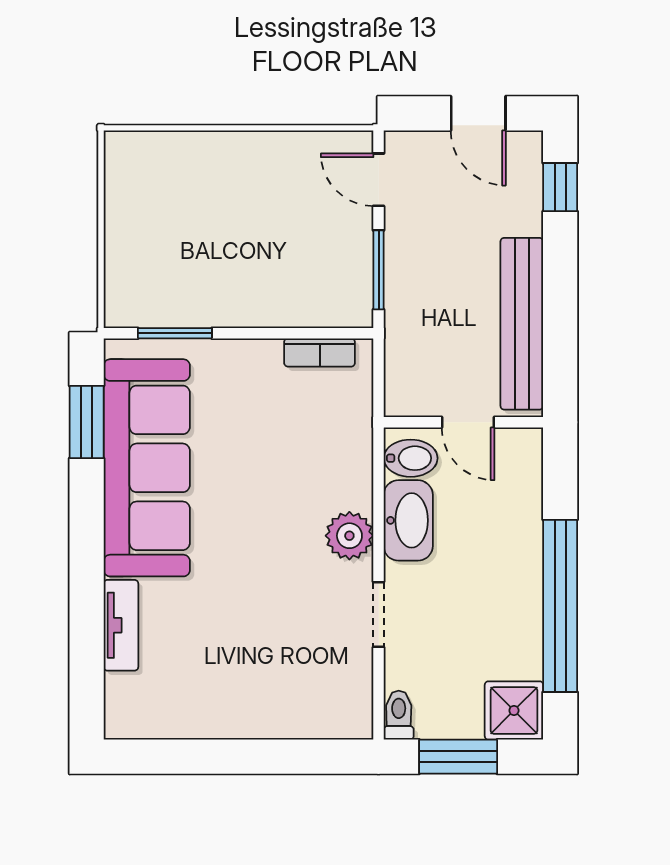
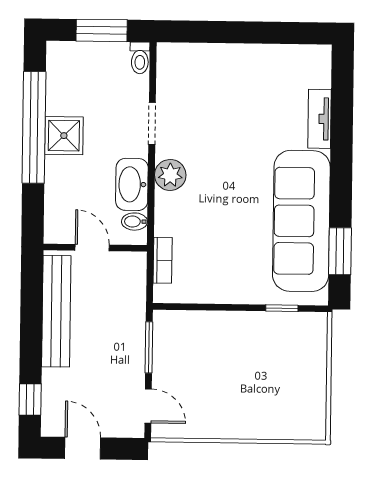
window: (175, 333) -> (282, 308), width x0.67
bookcase: (320, 352) -> (163, 260), moved, turned 90
bidet: (411, 458) -> (134, 222), width x0.72, depth x0.74
shower: (514, 710) -> (64, 136), moved

